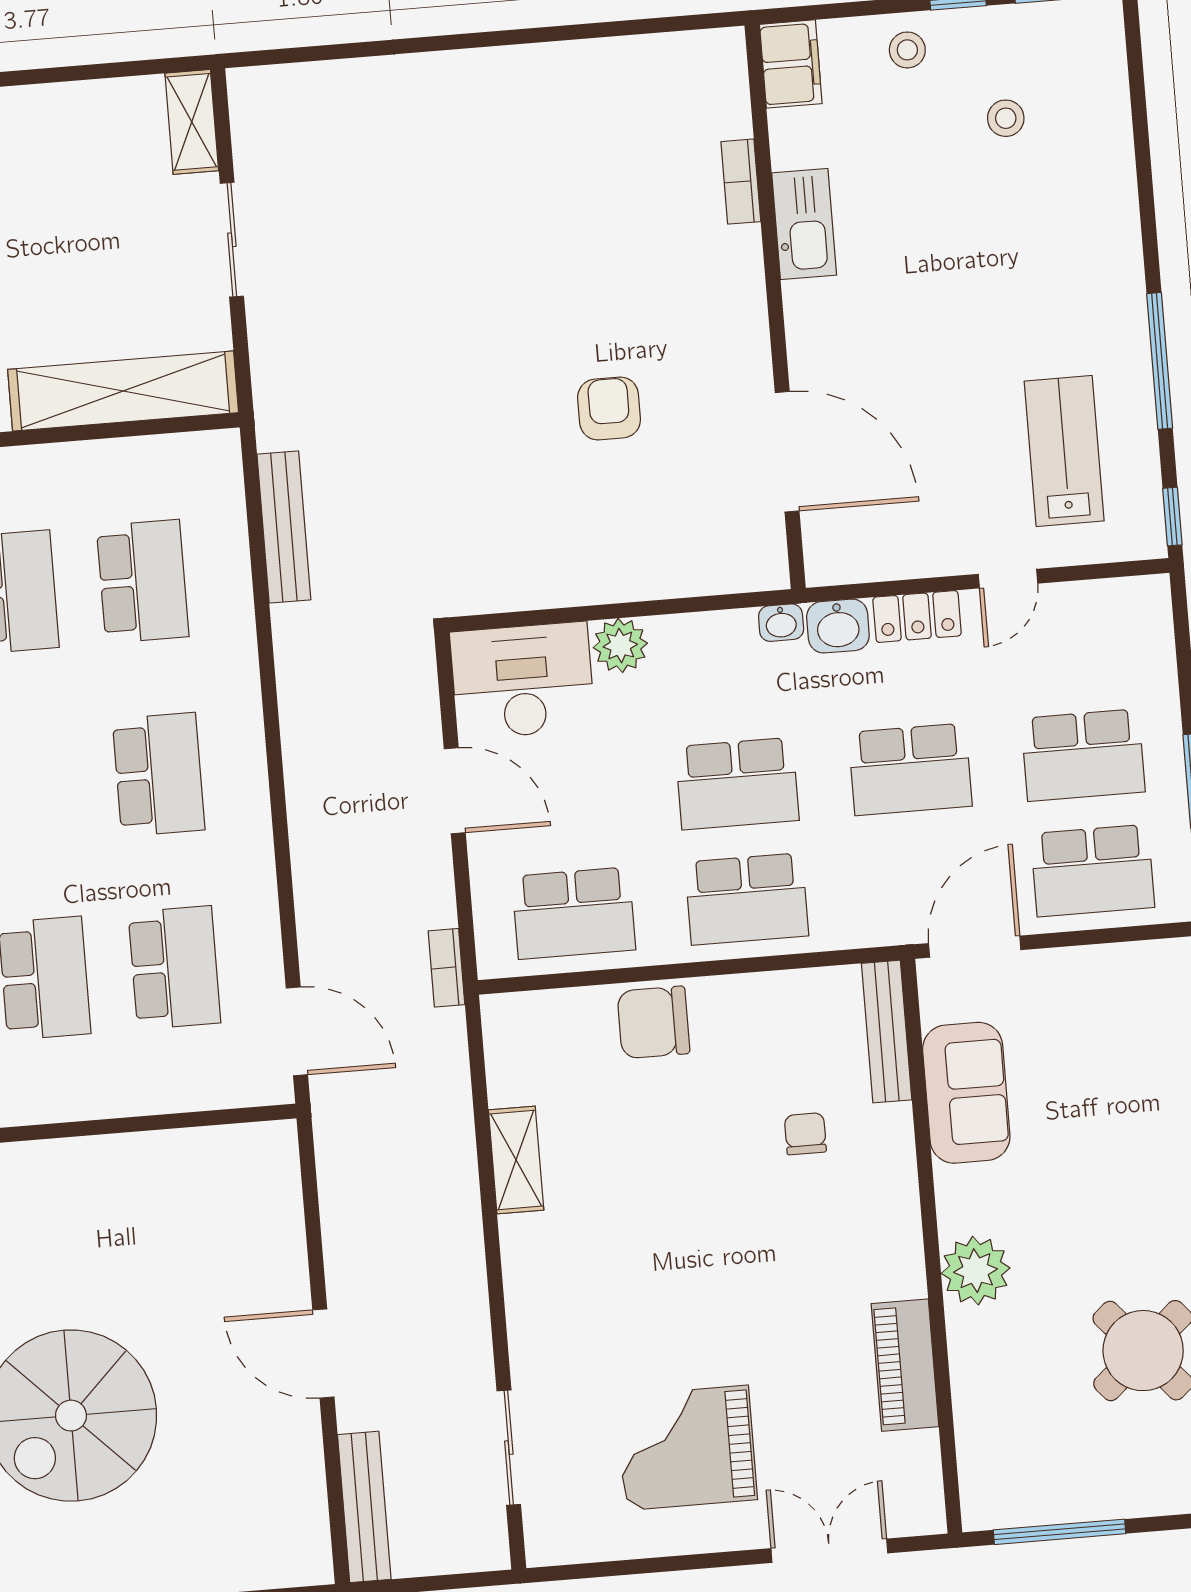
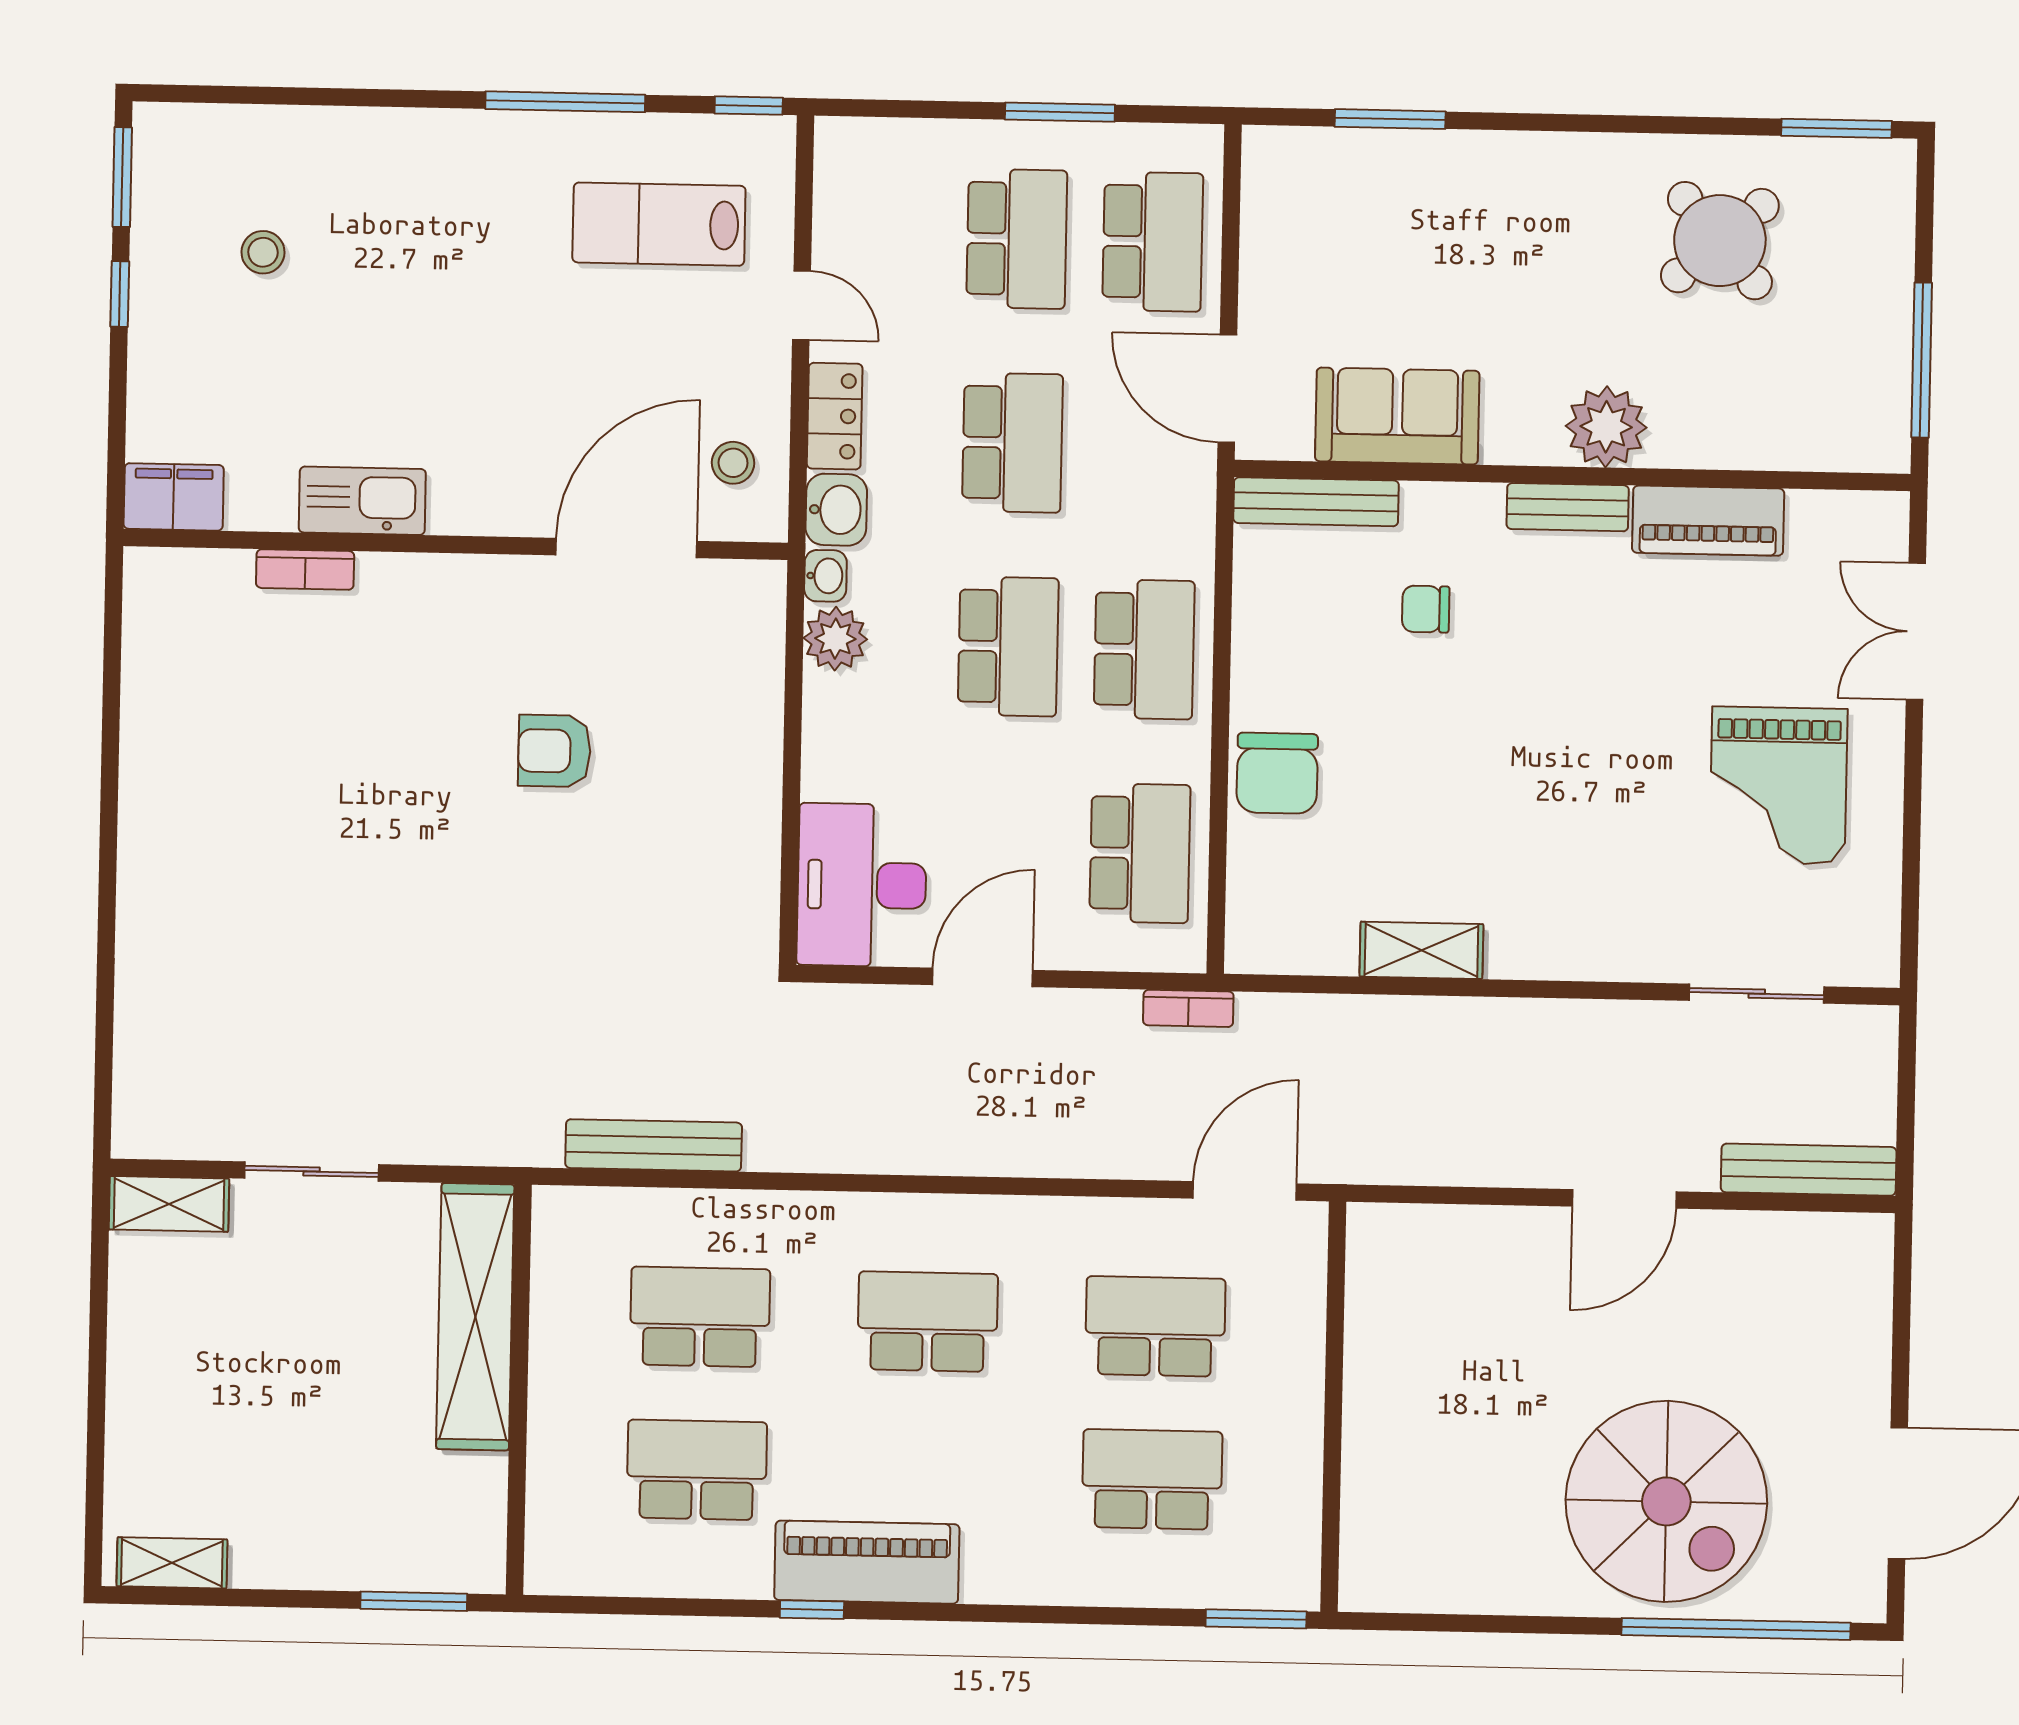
stool: (907, 50) -> (733, 463), moved
plant: (620, 645) -> (835, 639), moved
bench: (904, 1245) -> (1568, 507), added

